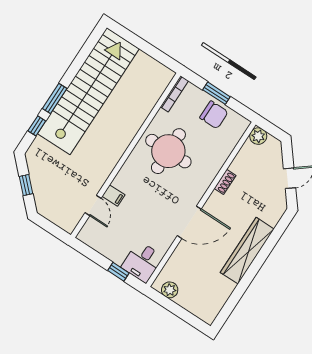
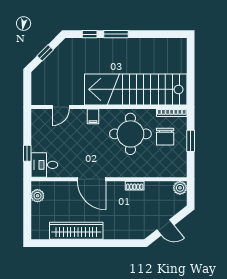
stairs: (88, 91) -> (136, 89), moved, turned 180
chair: (214, 115) -> (165, 137), moved
filing cabinet: (113, 196) -> (93, 116), moved
wardrobe: (247, 251) -> (76, 231), moved

